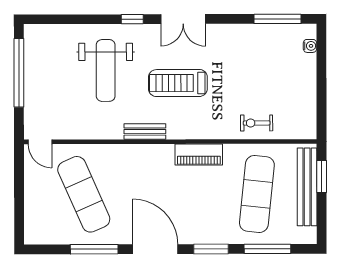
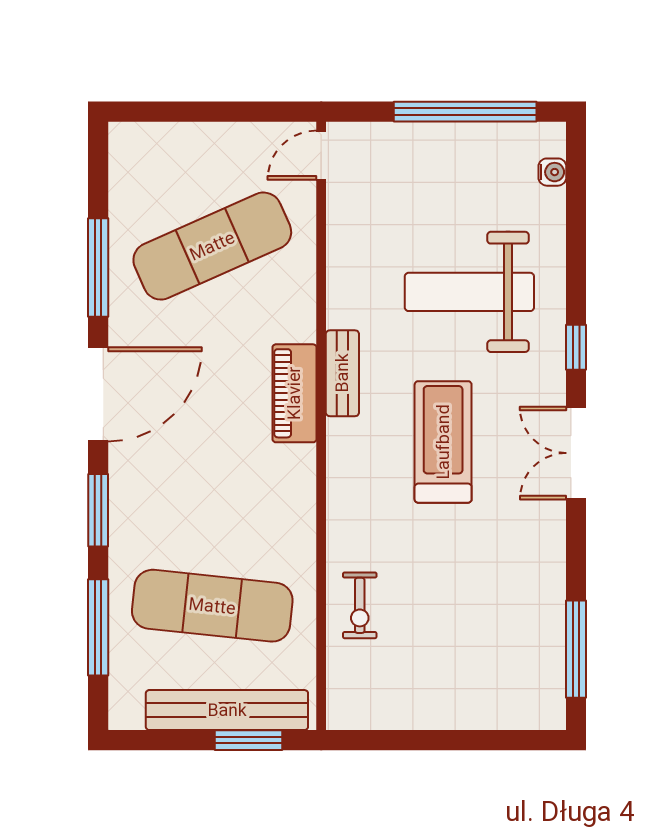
water cooler: (310, 46) -> (552, 172), moved, turned -90
exercise bike: (257, 123) -> (360, 605), turned 180
piano: (199, 155) -> (294, 393), moved

